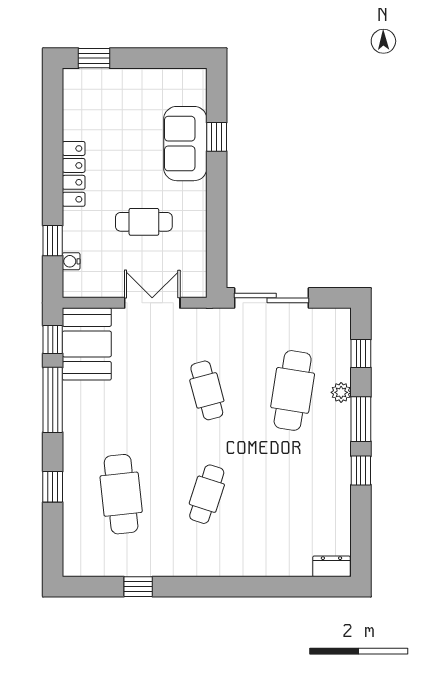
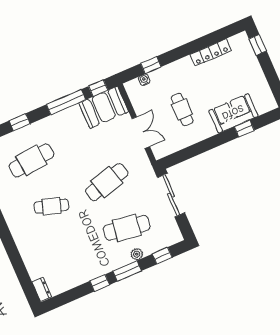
locker: (74, 174) -> (211, 52), moved
cafe table: (207, 390) -> (107, 182), width x1.37, depth x1.35

